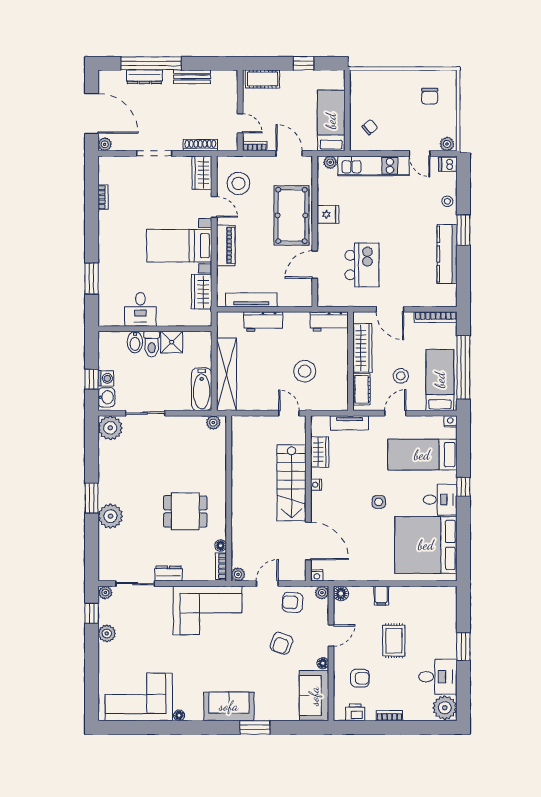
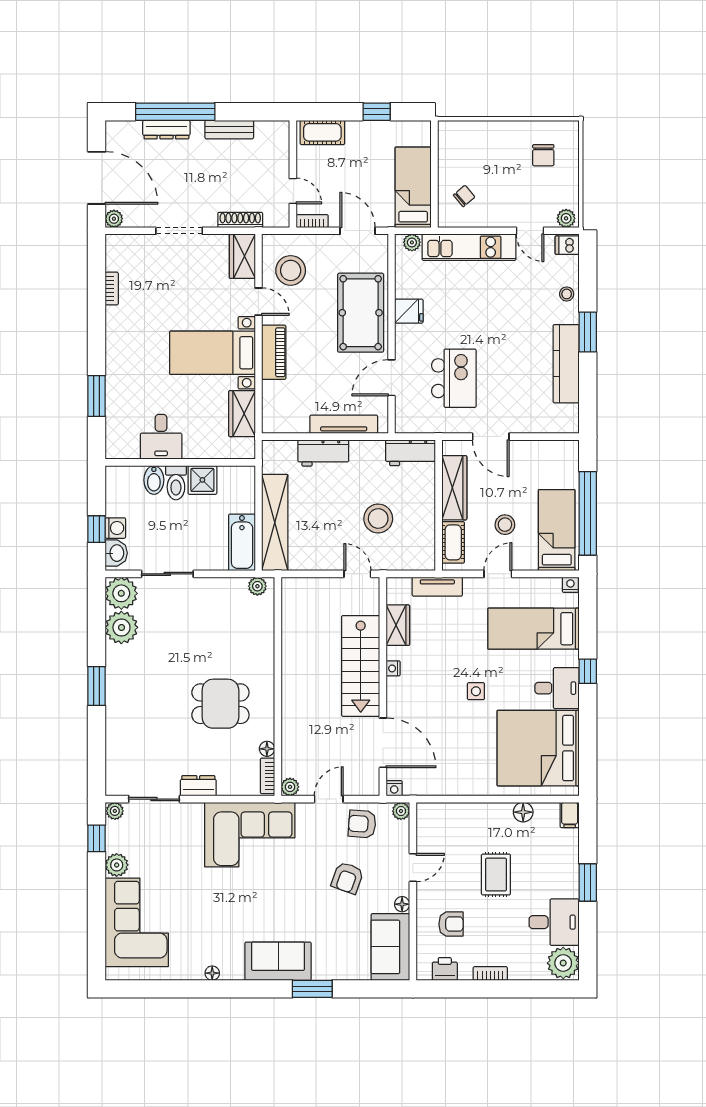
tv unit: (251, 300) -> (344, 424), moved
bookcase: (436, 317) -> (551, 447), removed
plant: (110, 516) -> (121, 627), moved
floor lamp: (341, 593) -> (523, 812), moved
filing cabinet: (381, 596) -> (570, 815), moved
corner sofa: (139, 697) -> (137, 922), moved, turned 90

